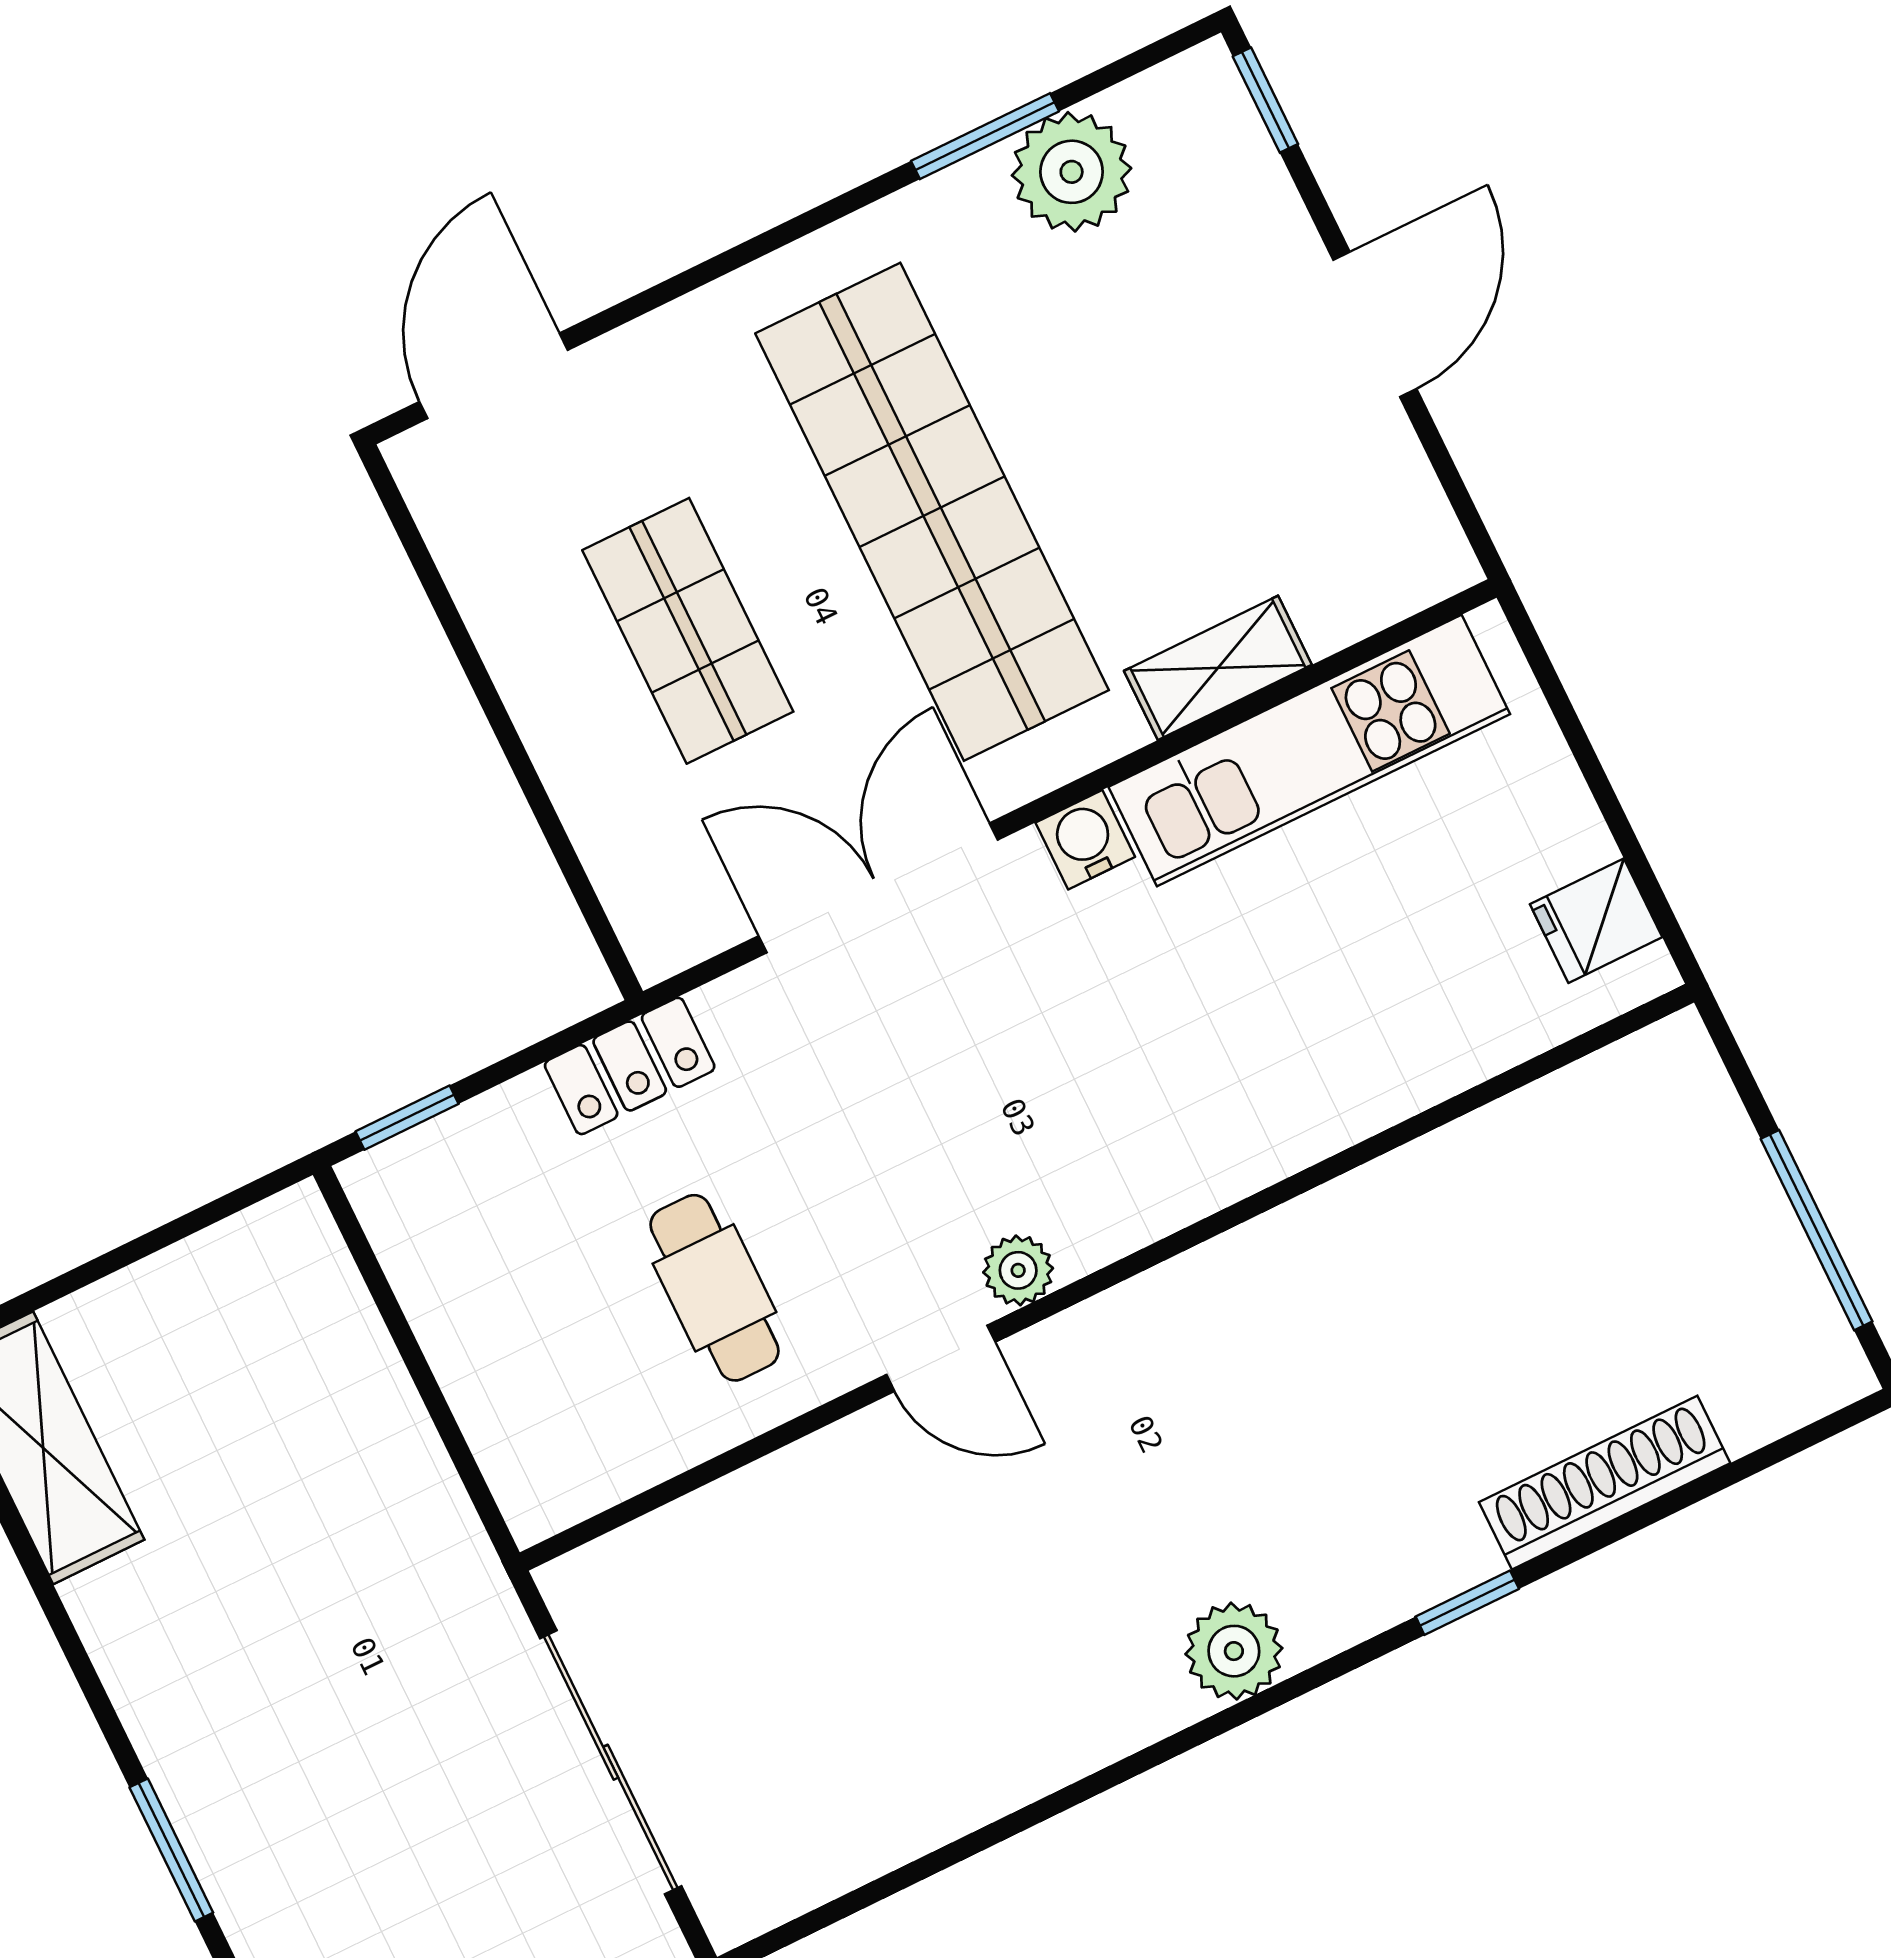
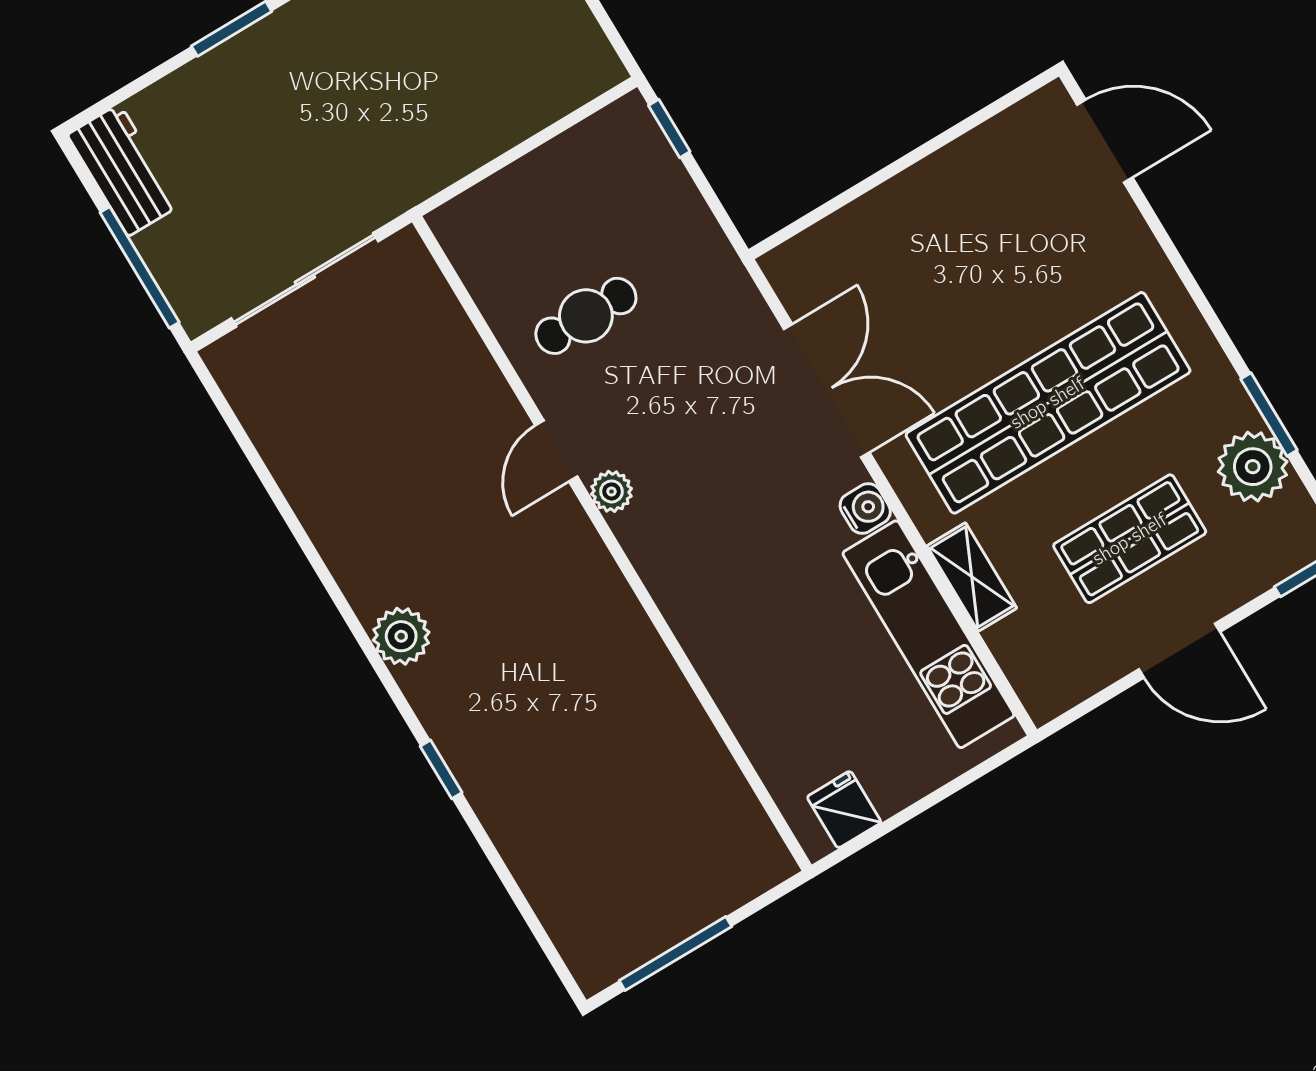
shop shelf: (688, 631) -> (1130, 539), moved
locker: (630, 1066) -> (711, 255), removed
shoe rack: (1605, 1483) -> (518, 843), removed

